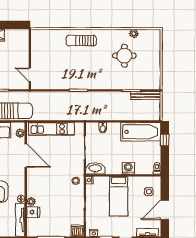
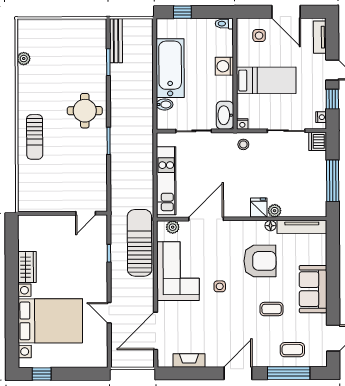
round table: (124, 56) -> (85, 111), moved
bathtub: (141, 132) -> (170, 68), moved
fridge: (33, 212) -> (259, 208), moved

